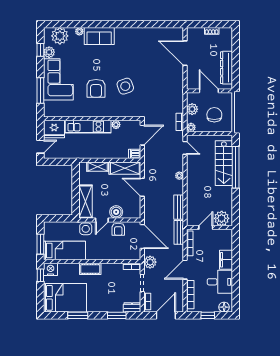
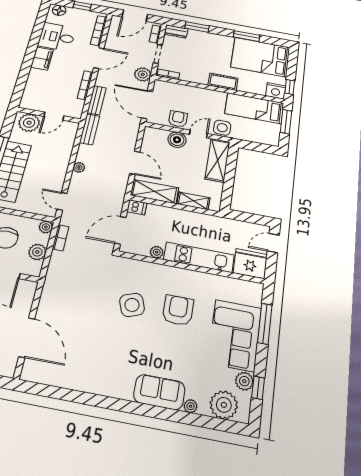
plant: (222, 218) -> (29, 123), moved
door: (206, 227) -> (54, 116), moved
wall: (209, 227) -> (49, 115), moved

